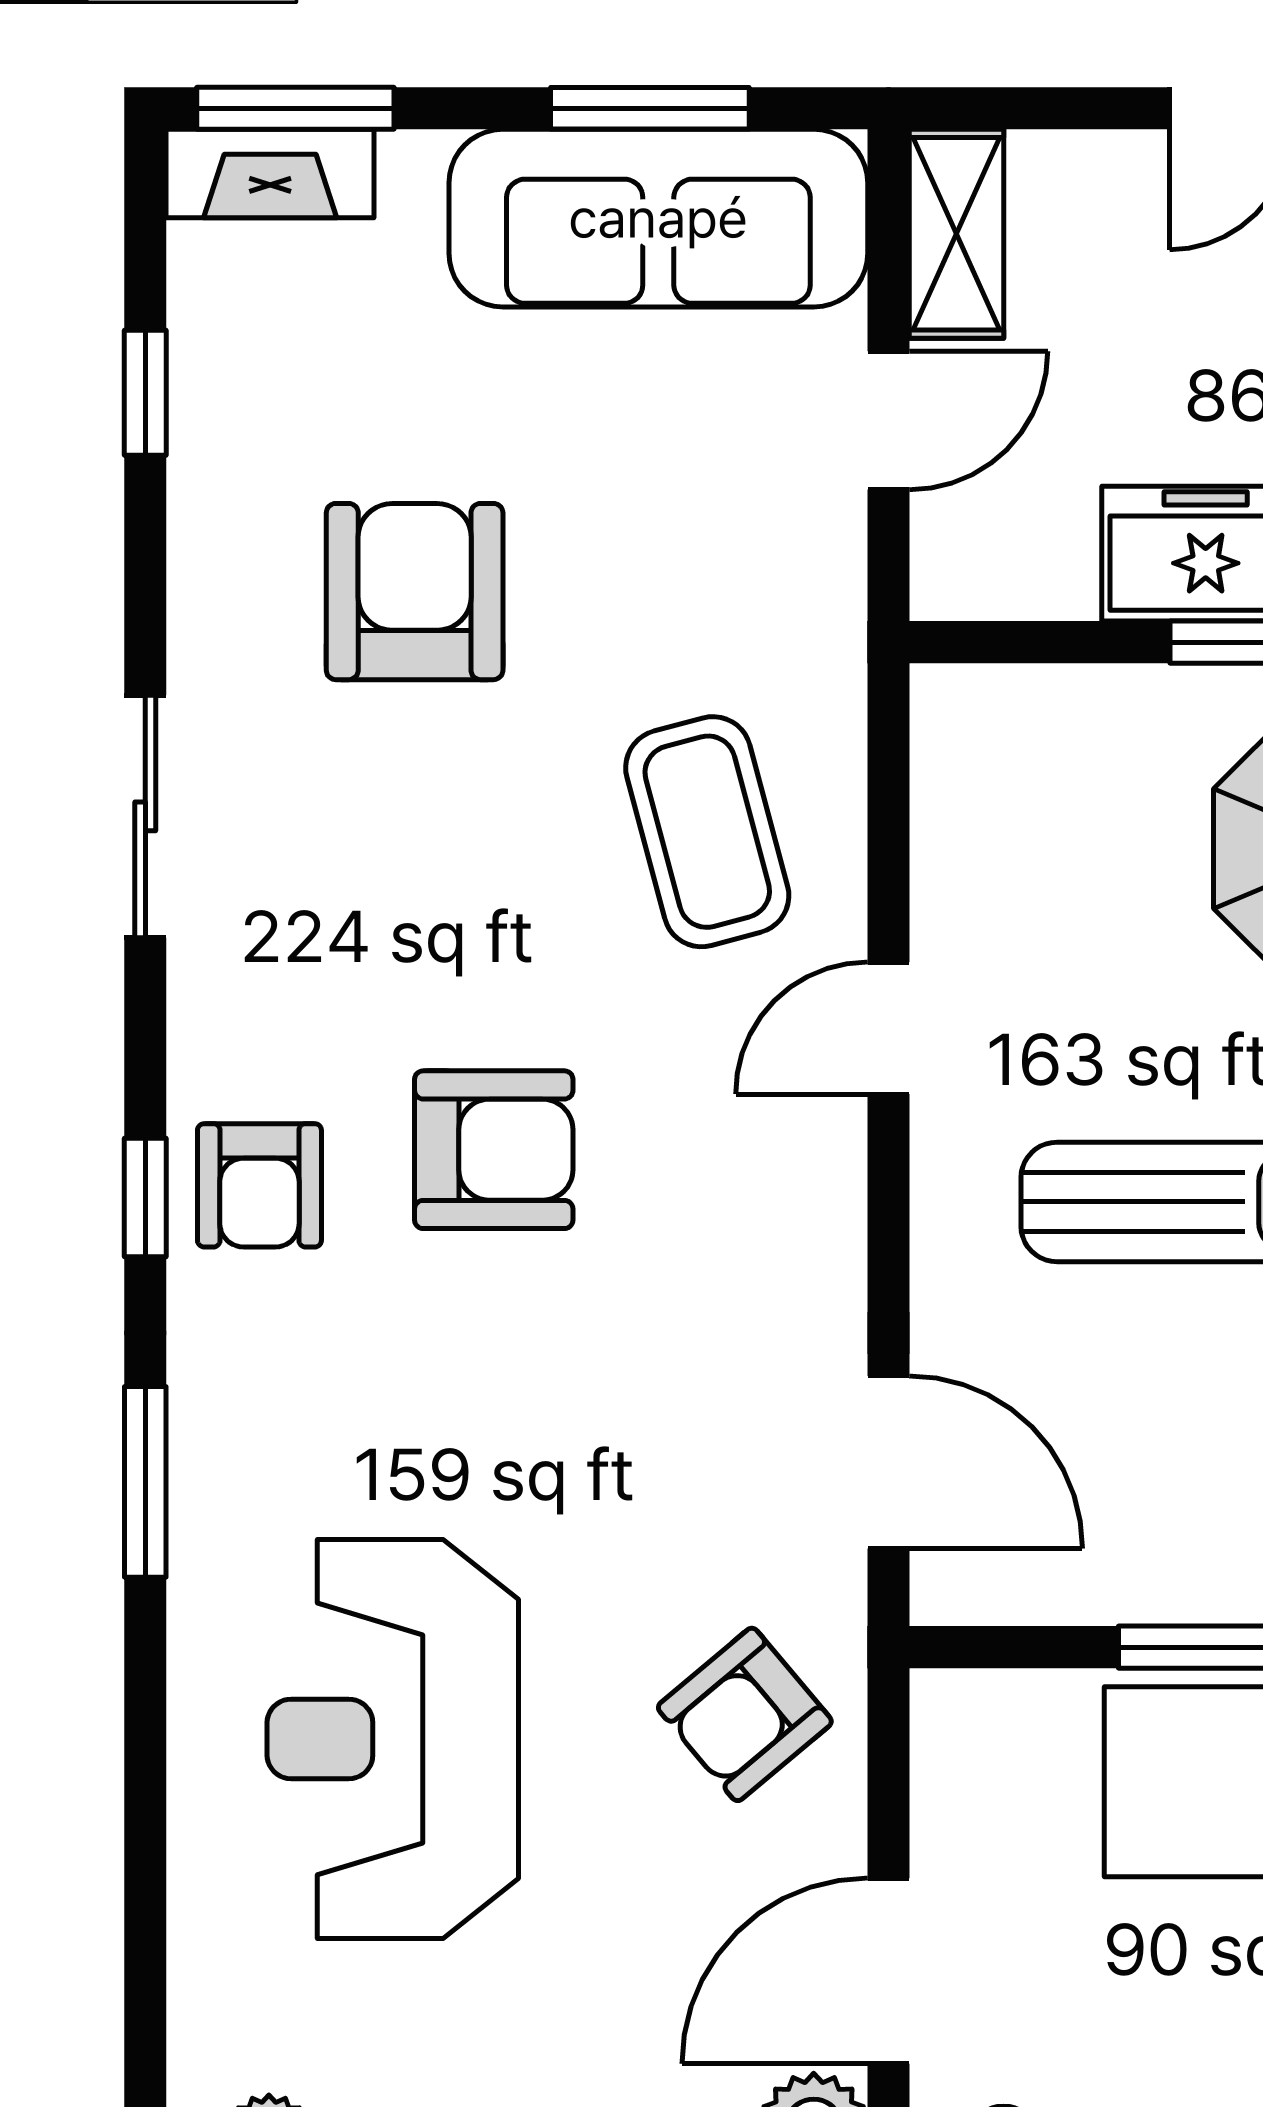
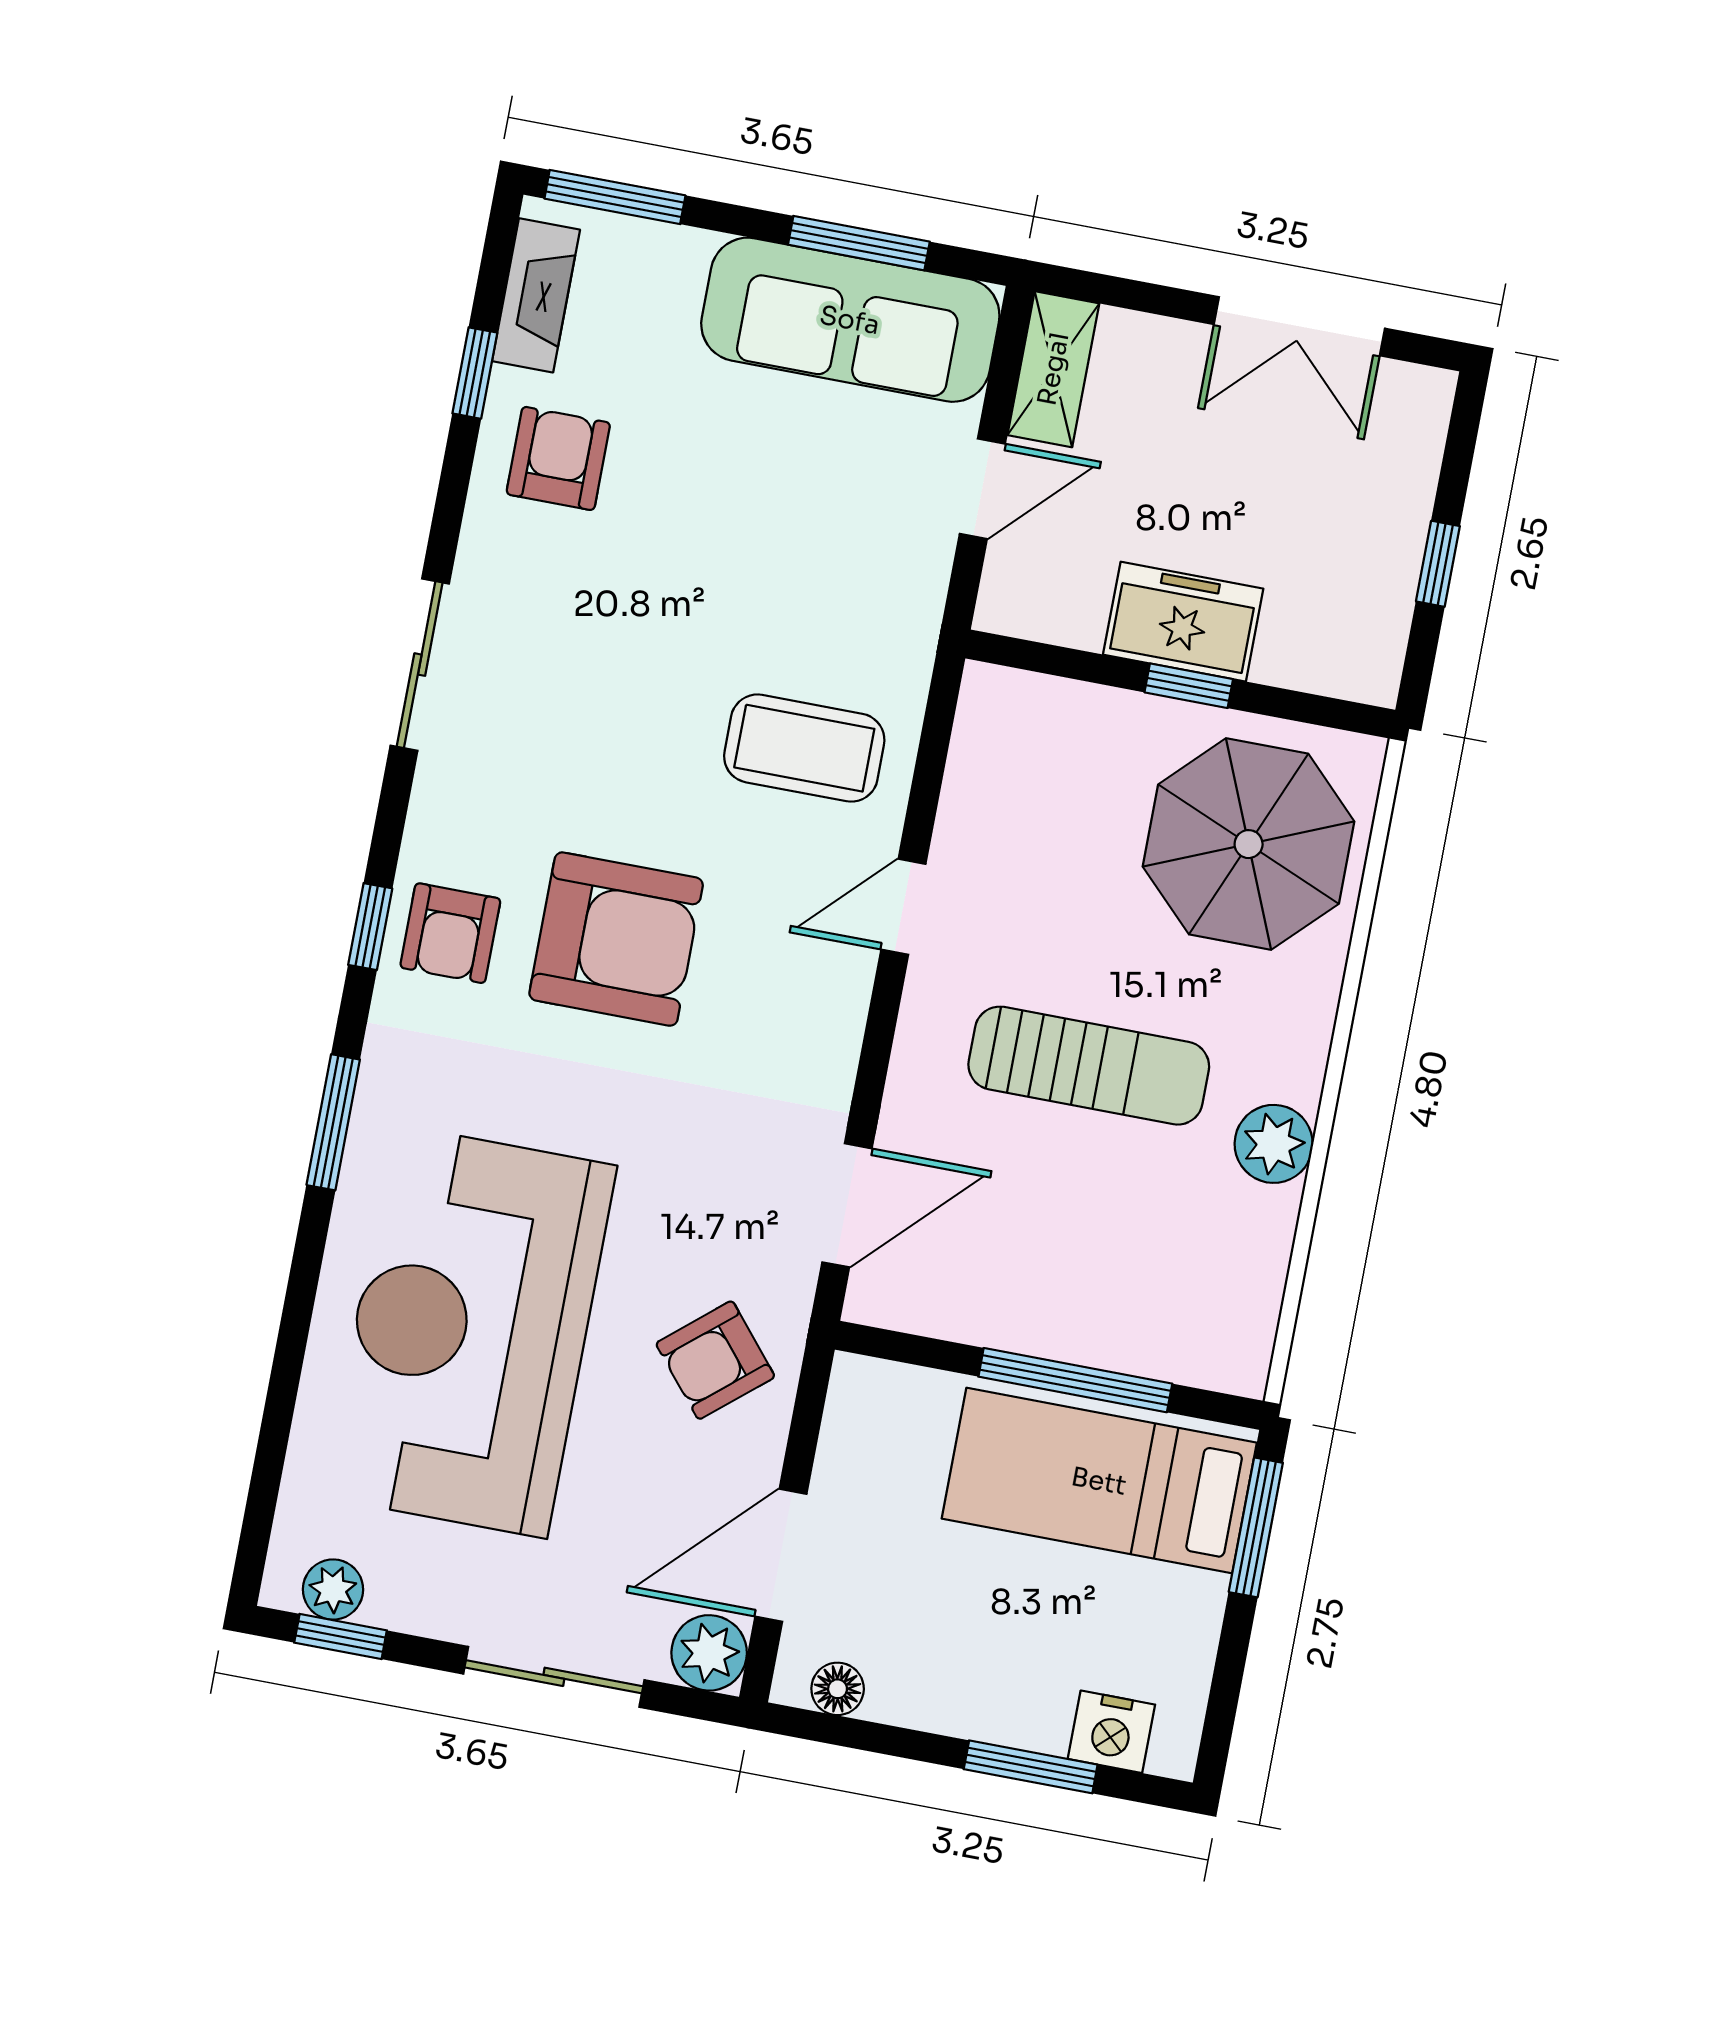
fireplace: (270, 174) -> (536, 295), moved, turned -90
armchair: (415, 592) -> (558, 458), moved, width x0.72, depth x0.72
coffee table: (707, 832) -> (804, 748), turned -75
armchair: (494, 1150) -> (616, 939), width x1.36, depth x1.36
door: (888, 1462) -> (847, 1205), hinge flipped
reception desk: (393, 1739) -> (470, 1331), width x1.36, depth x1.30

